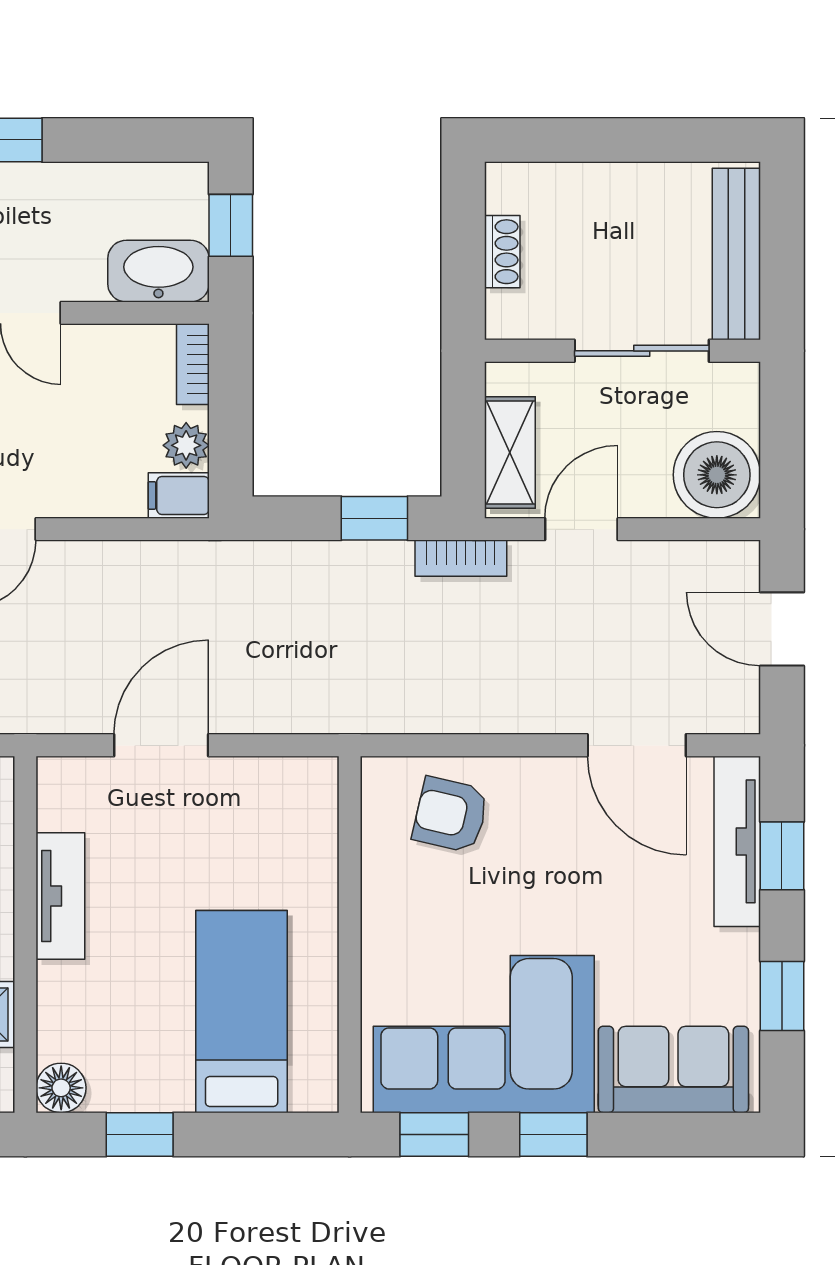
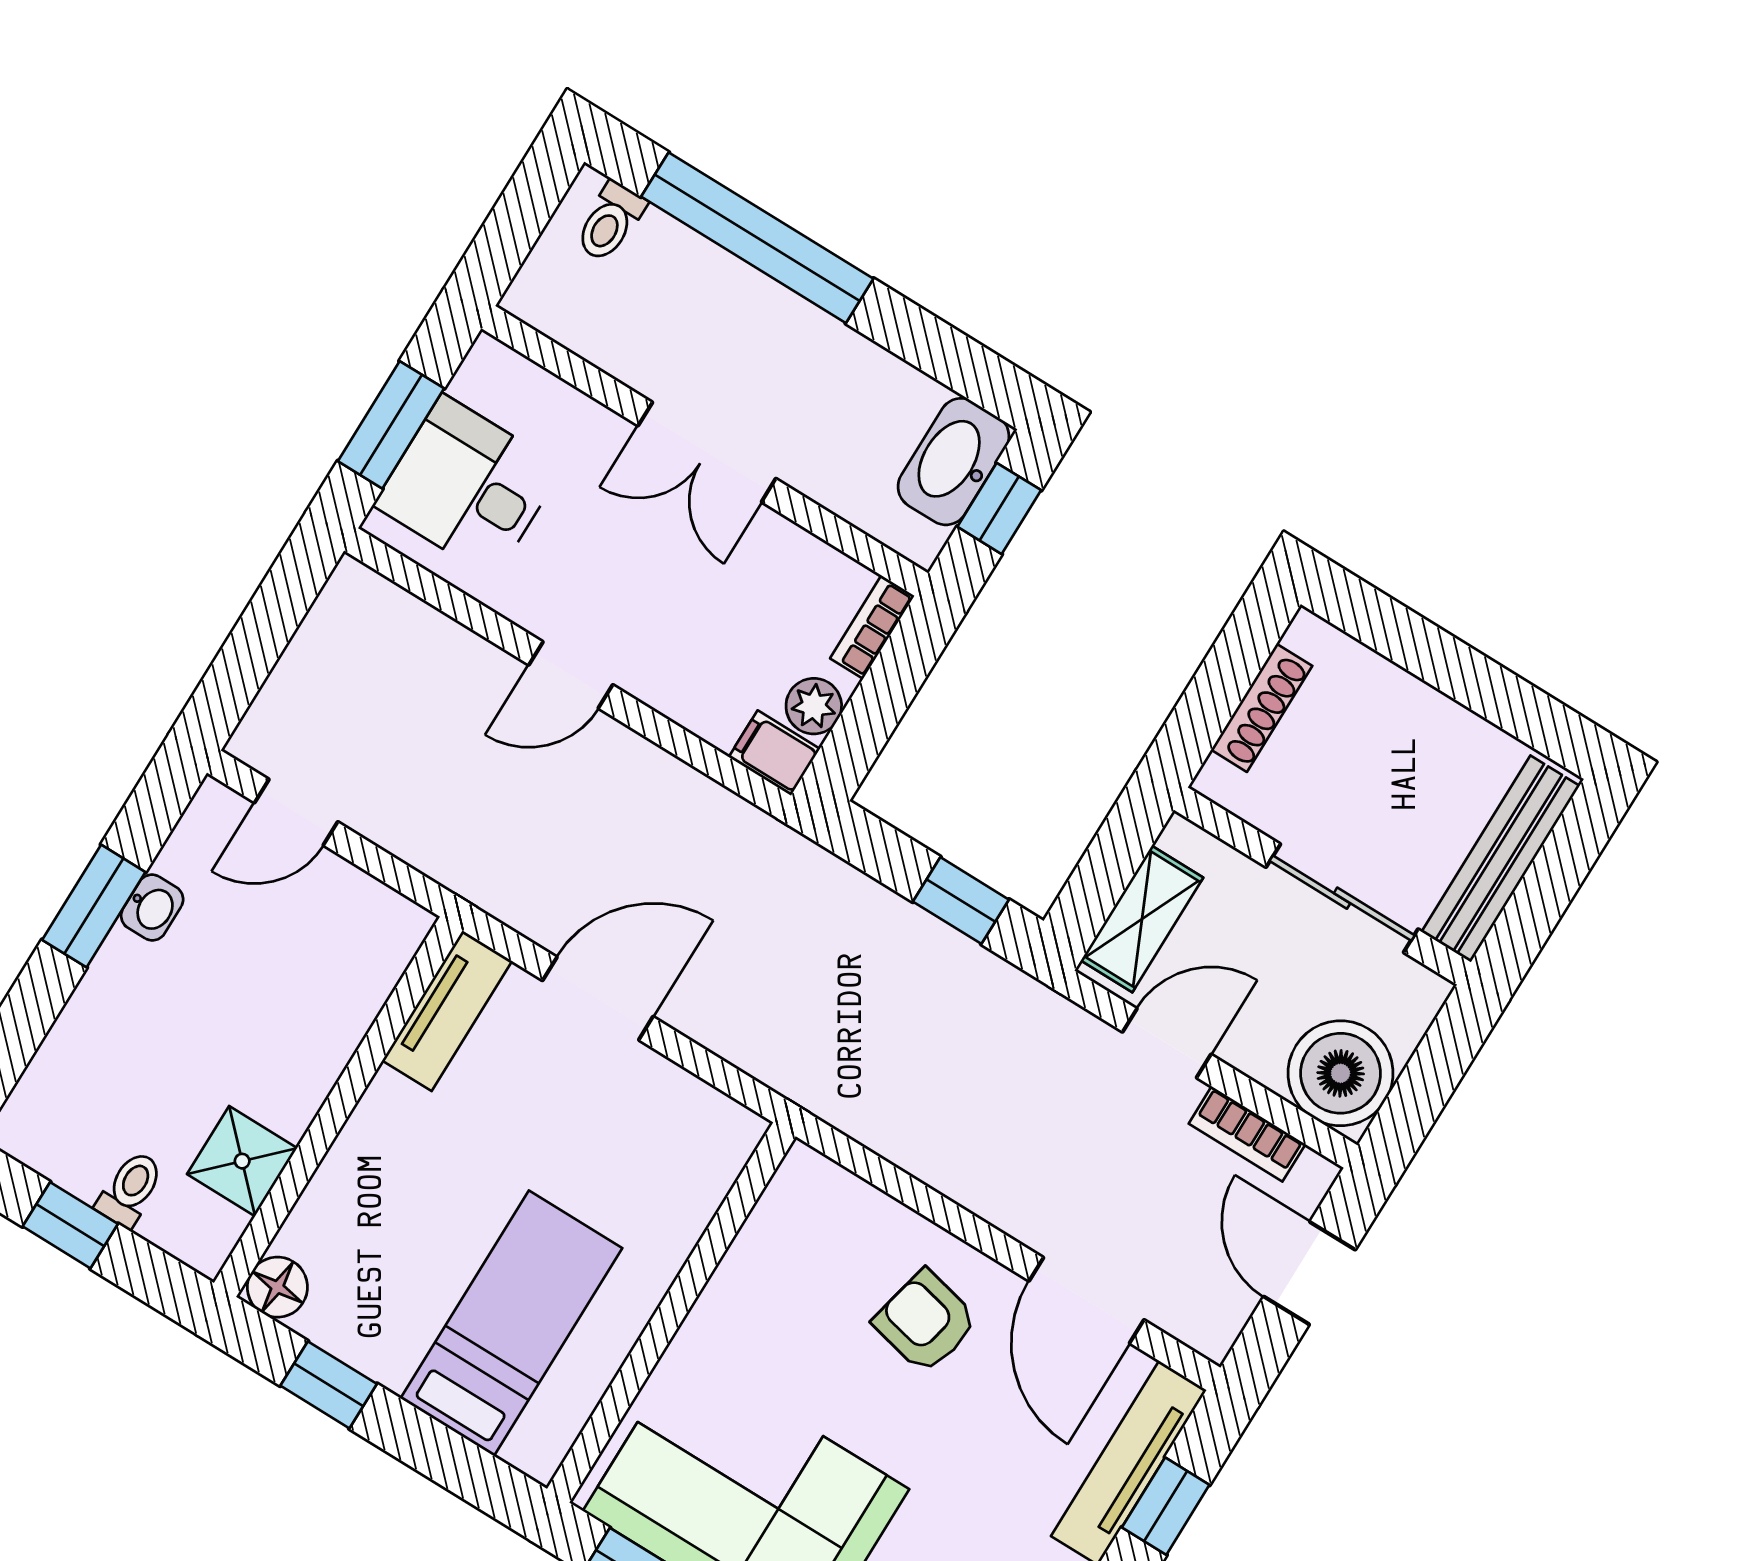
shoe rack: (502, 252) -> (1262, 708), width x1.43
washbasin: (158, 271) -> (954, 462), moved, turned -90
bookcase: (461, 558) -> (1247, 1134), moved
armchair: (450, 815) -> (926, 1322), moved
tv unit: (60, 896) -> (447, 1011), moved

